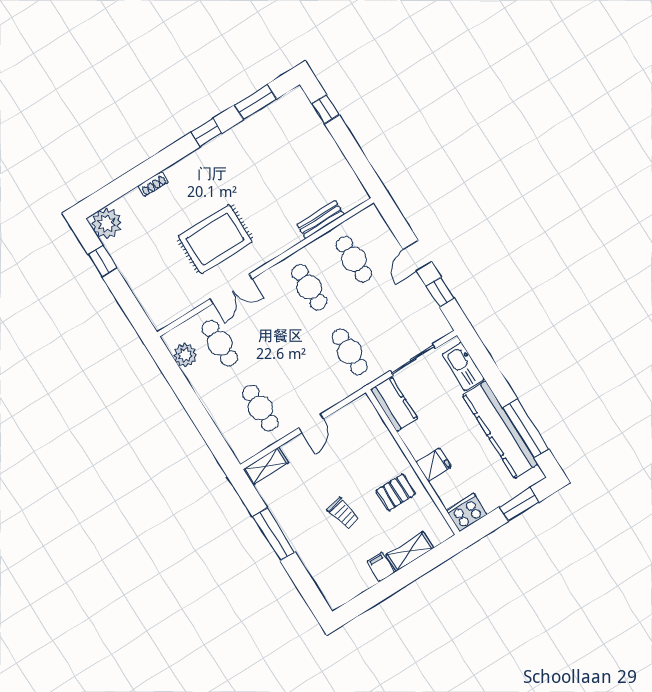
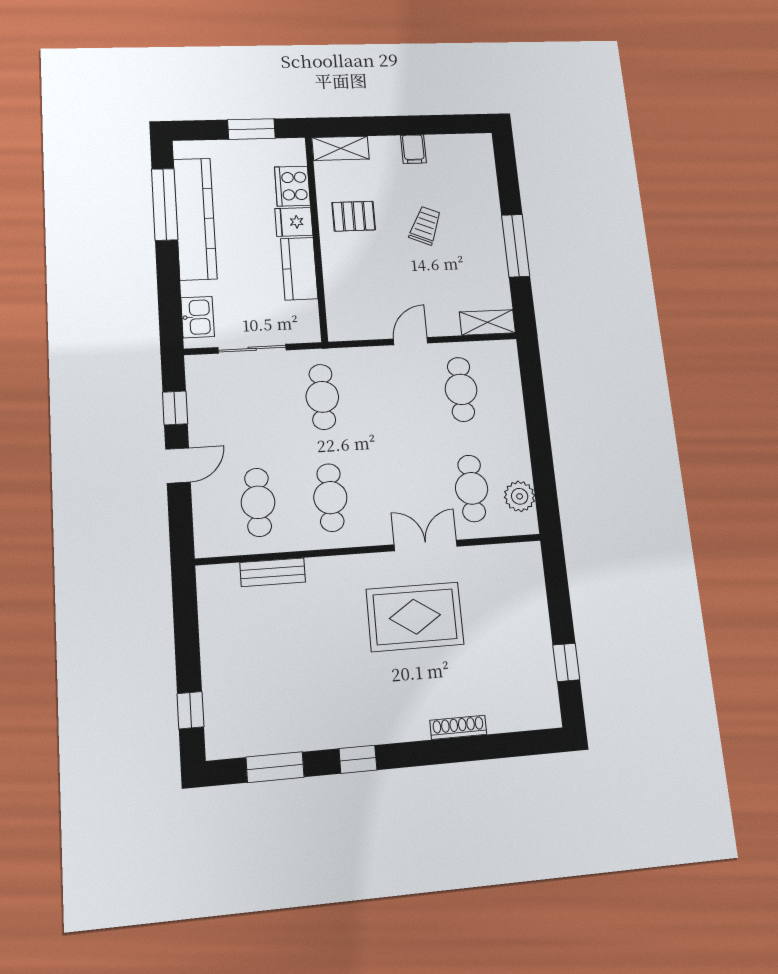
shoe rack: (153, 184) -> (458, 727), width x1.43
plant: (106, 223) -> (539, 708), removed
kitchen sink: (463, 366) -> (198, 317), width x0.73
kitchen counter: (394, 404) -> (299, 269), moved
window: (519, 504) -> (251, 129), moved
cooker: (467, 512) -> (292, 186), moved, turned 90
trolley: (343, 514) -> (425, 225), turned 36
shelving: (410, 552) -> (341, 148), moved

